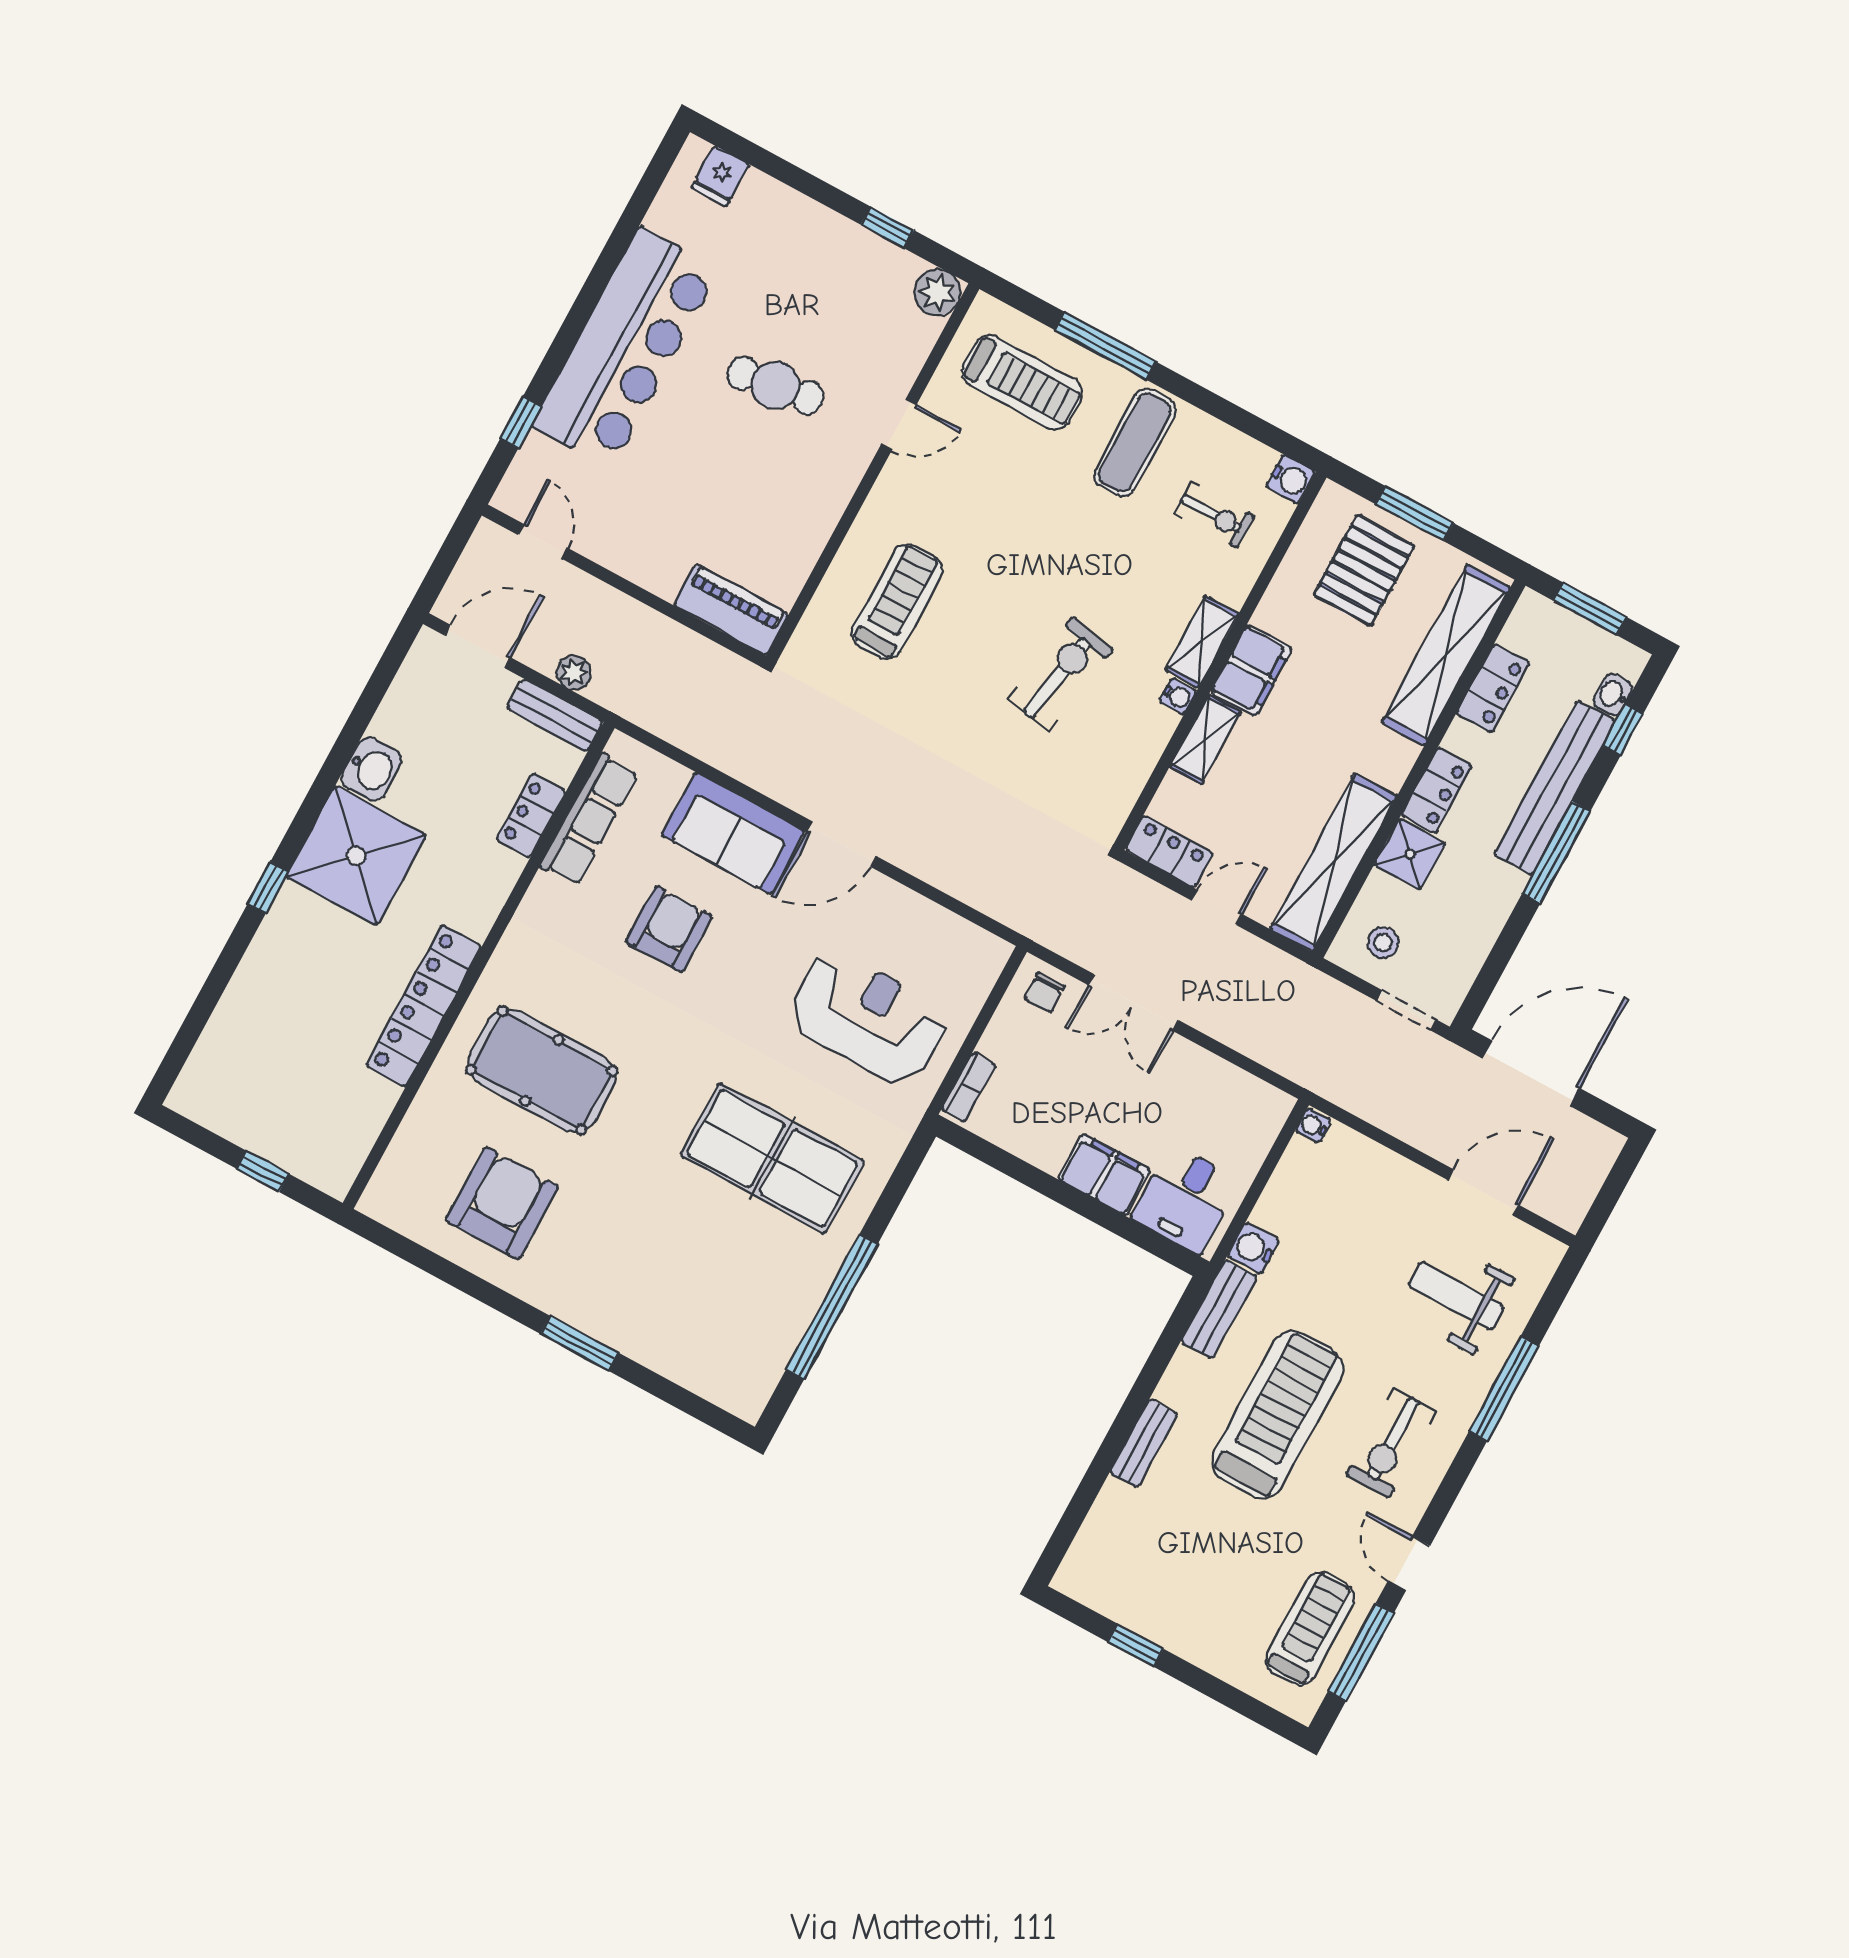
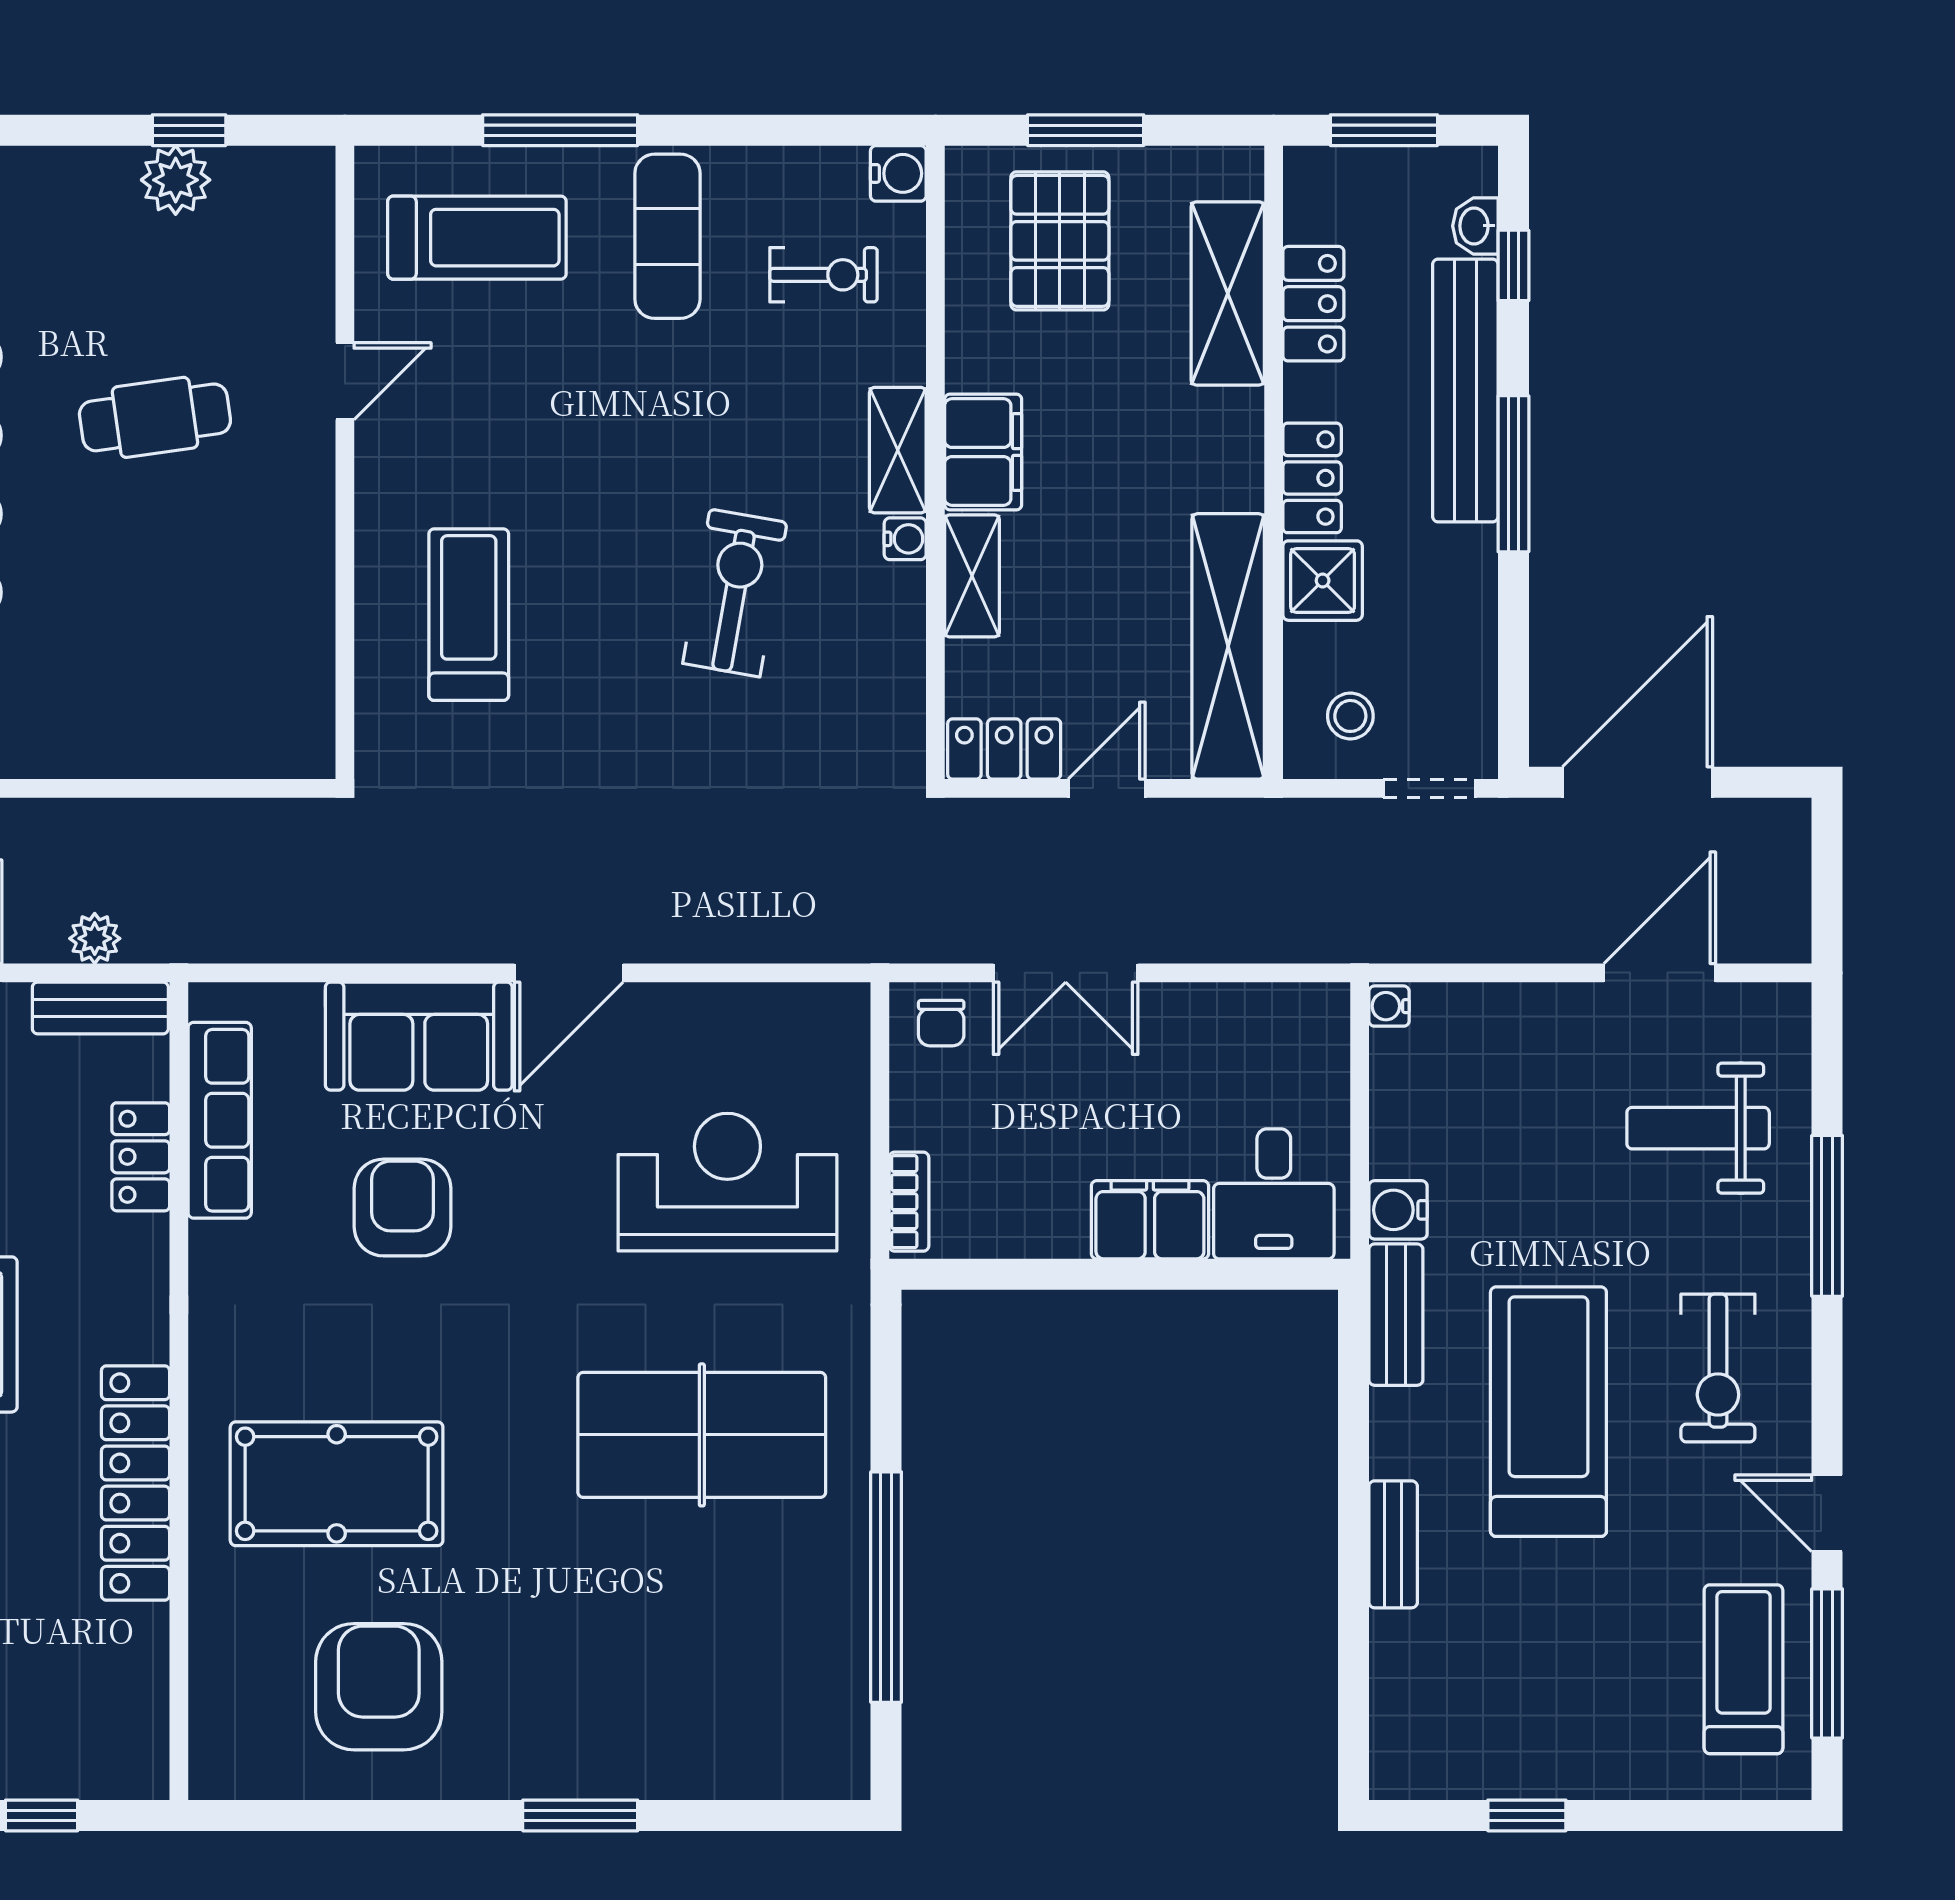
plant: (937, 292) -> (176, 180), moved
piano: (731, 610) -> (257, 744), removed
shelving: (1446, 655) -> (1228, 293), width x0.68

